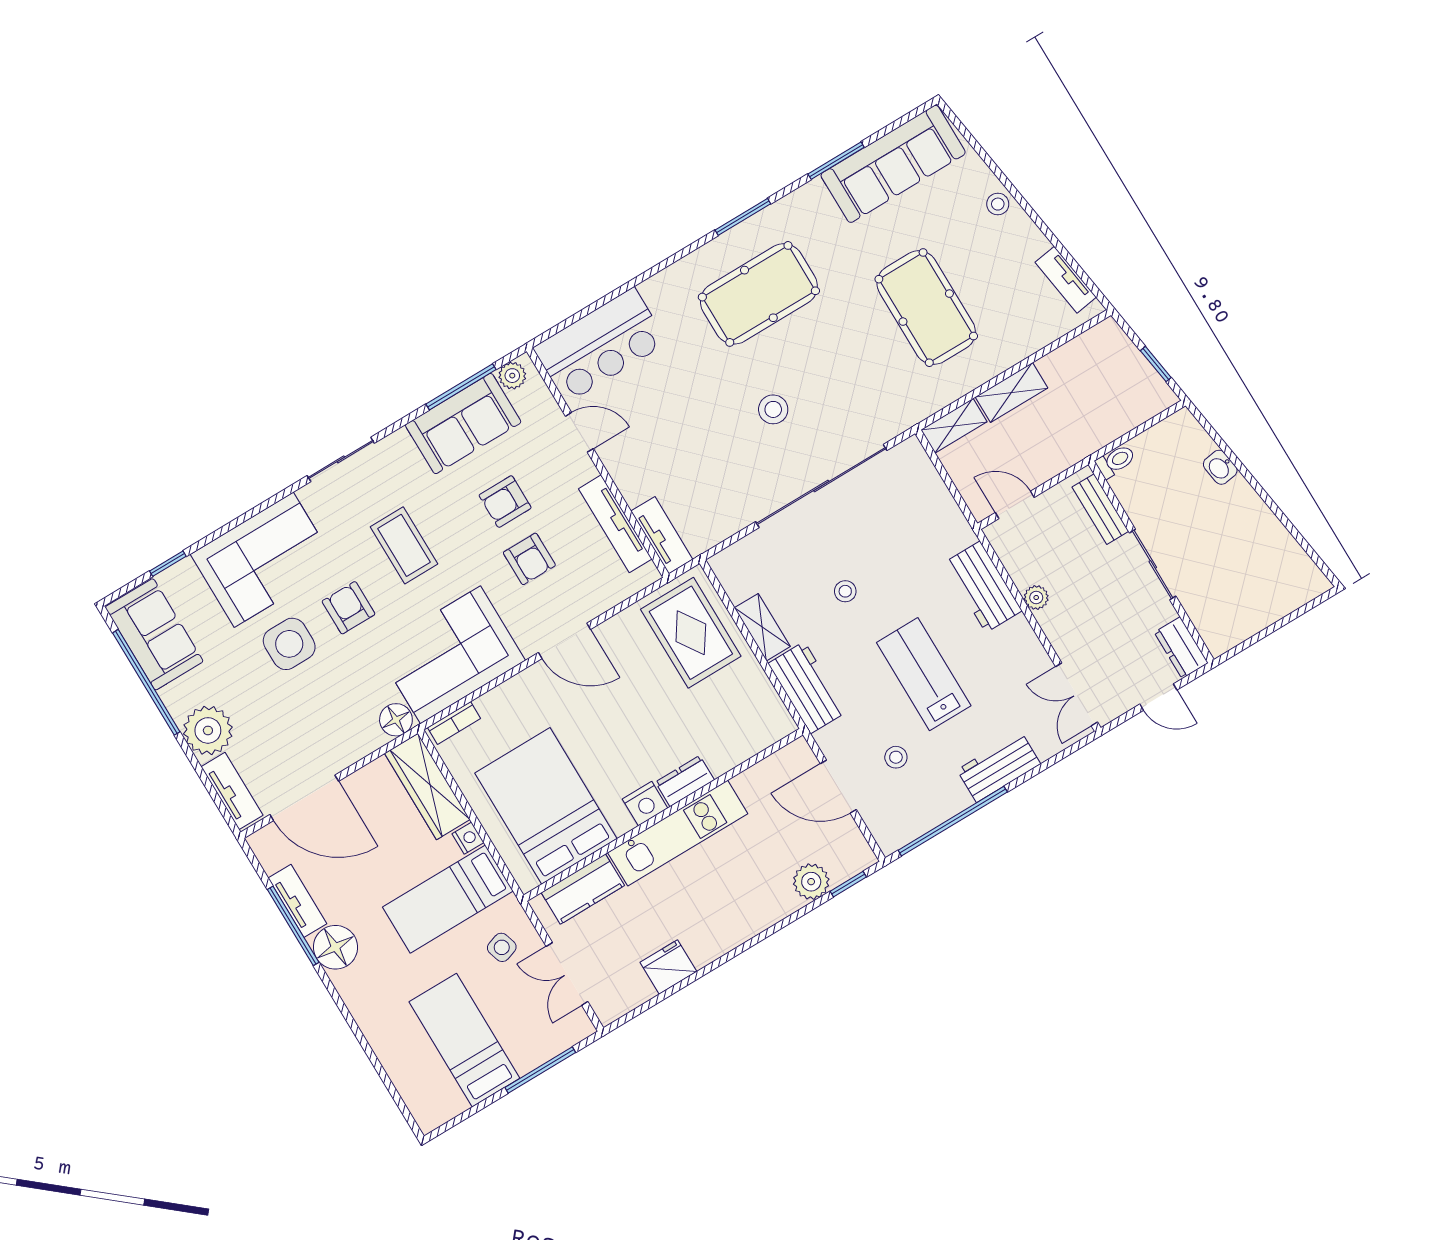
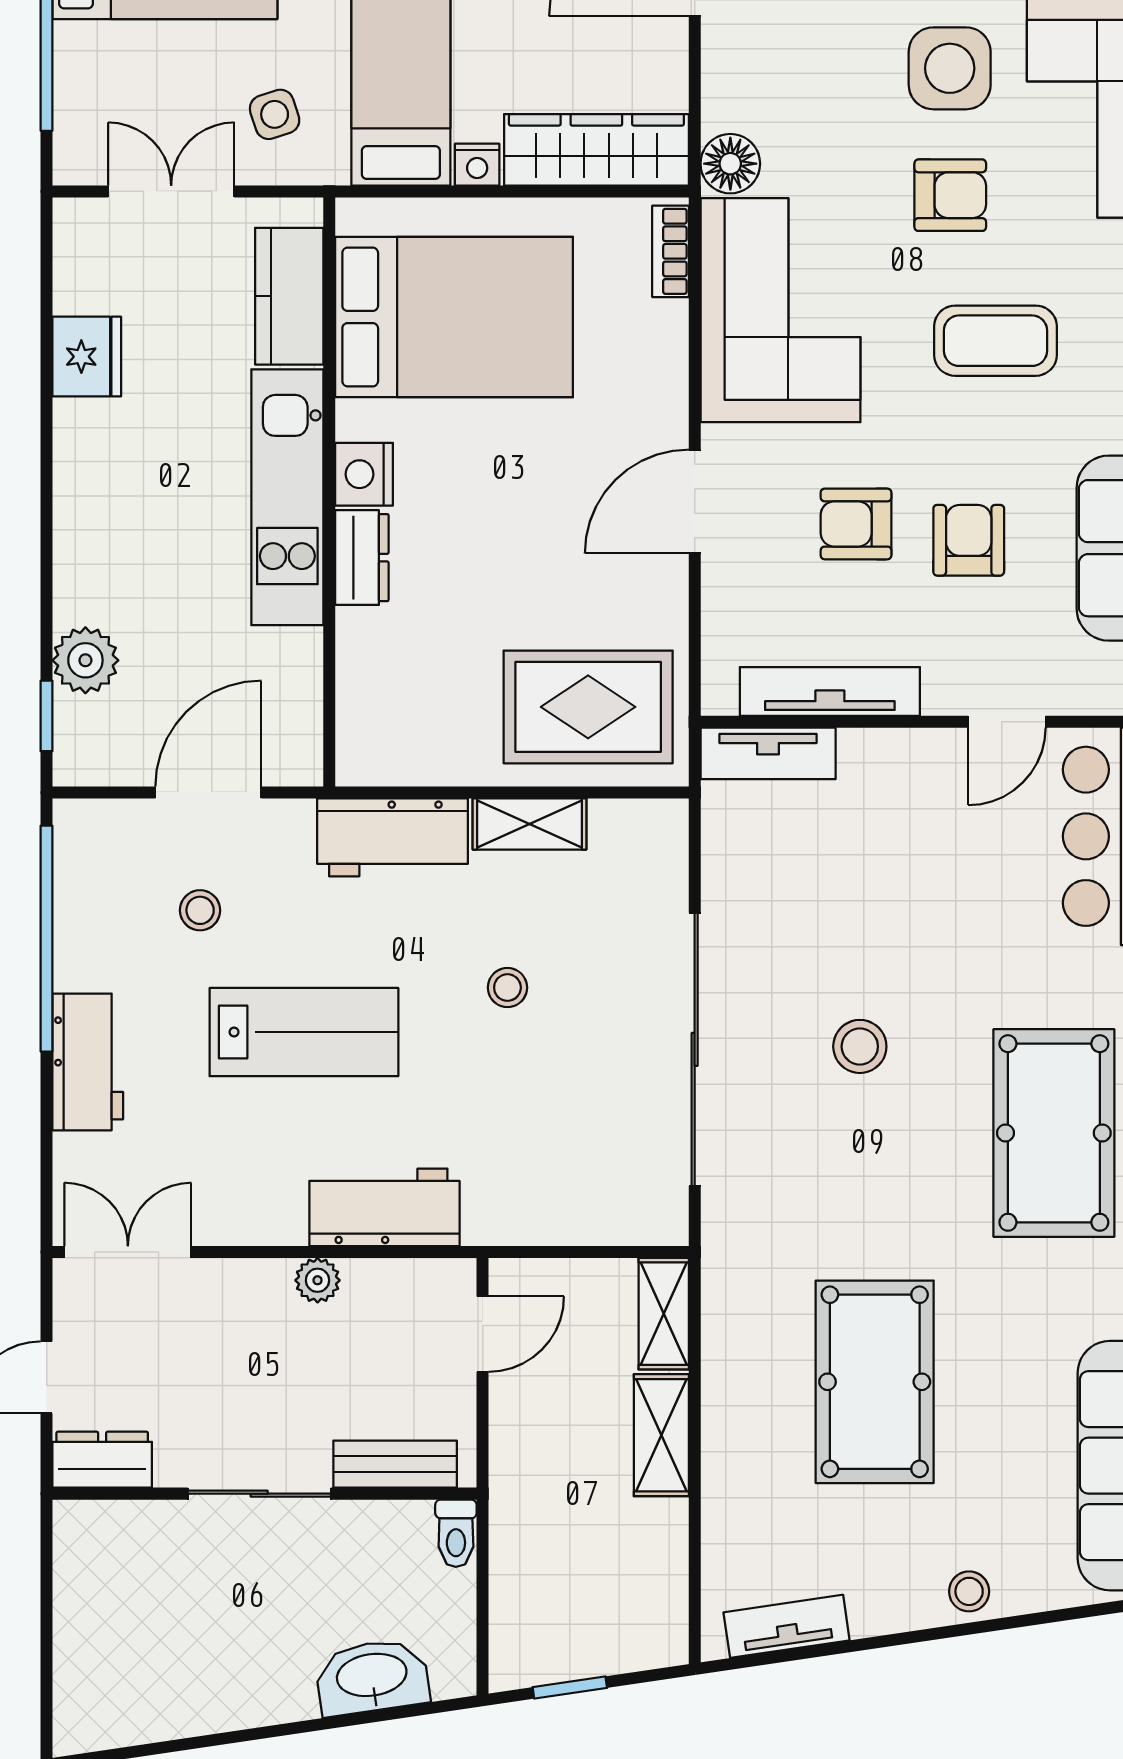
pool table: (926, 308) -> (875, 1382), turned 90
washbasin: (1220, 467) -> (372, 1677), width x1.91, depth x1.45

